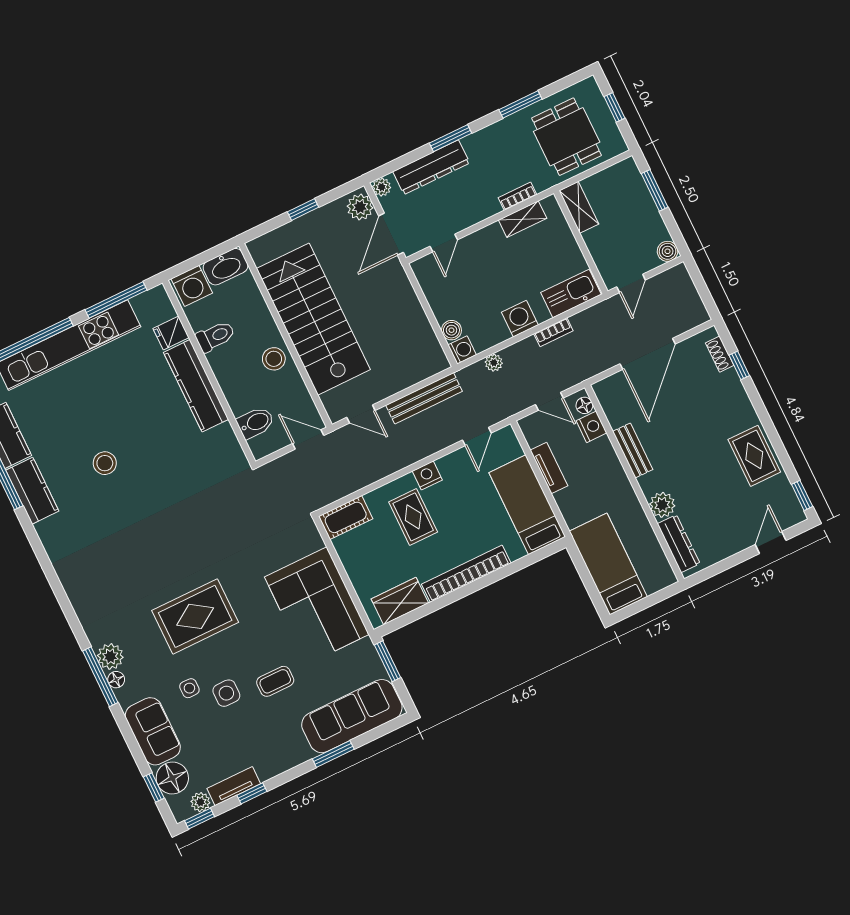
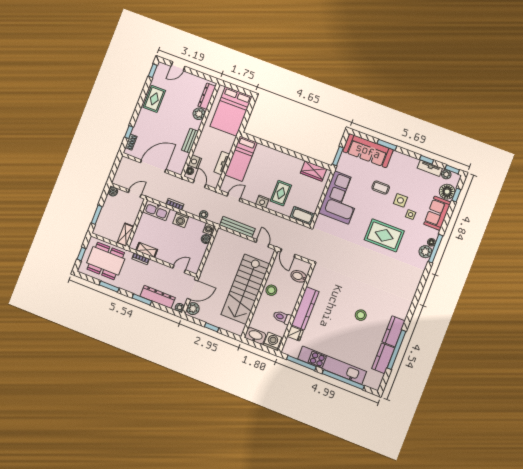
dining table: (567, 137) -> (106, 261), width x1.38
bed: (608, 564) -> (231, 111), width x1.50
bookcase: (466, 574) -> (283, 157), removed

